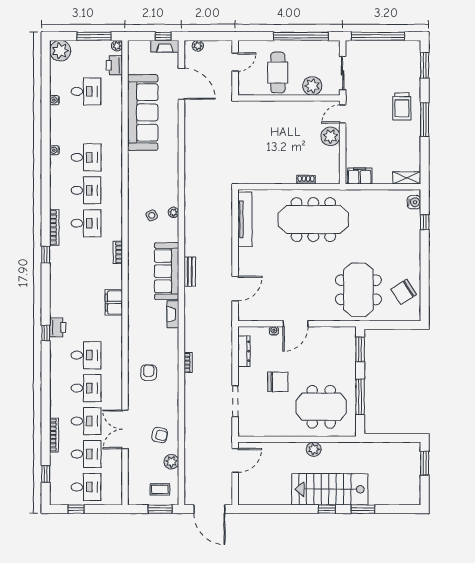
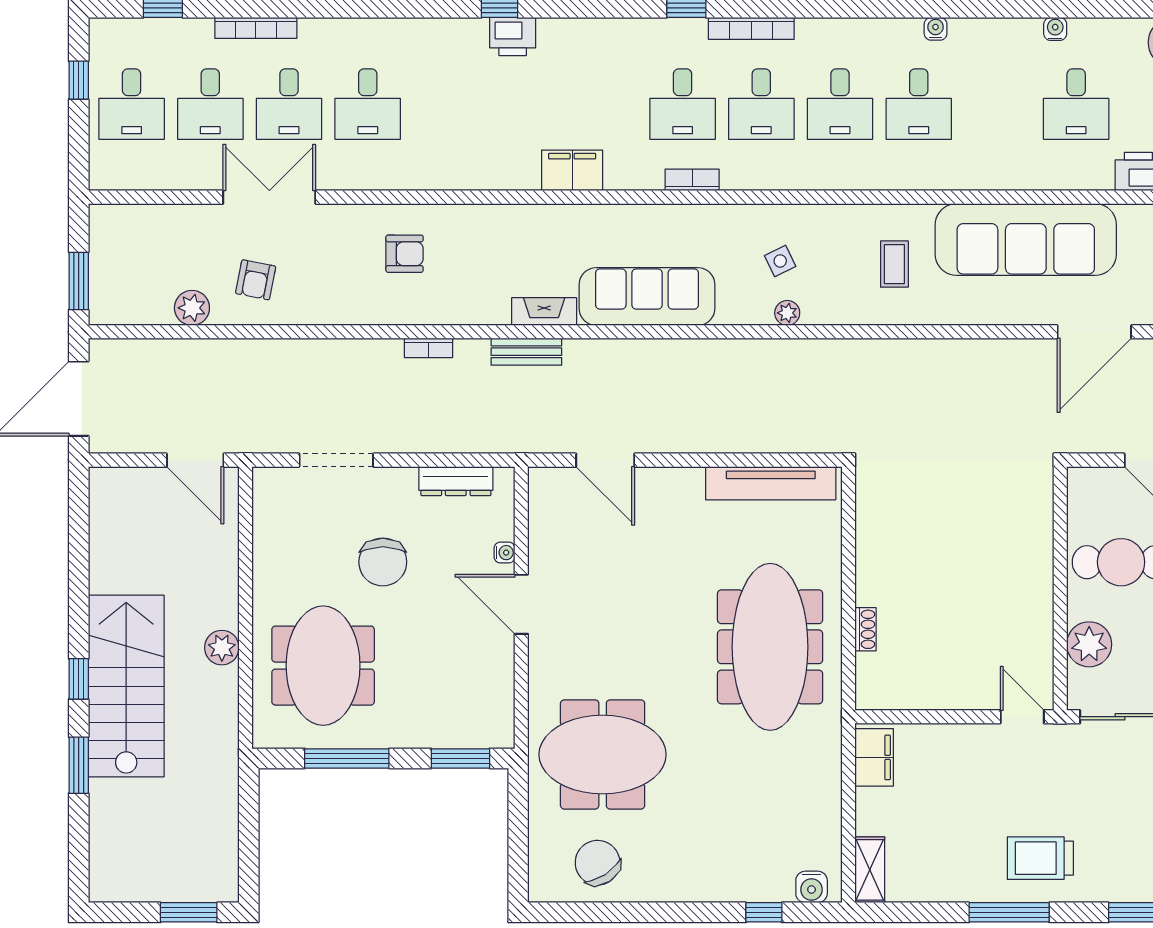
plant: (330, 136) -> (969, 688), removed
bench: (190, 272) -> (526, 352), moved
desk: (86, 355) -> (683, 104), moved
coffee table: (160, 489) -> (894, 264), moved

